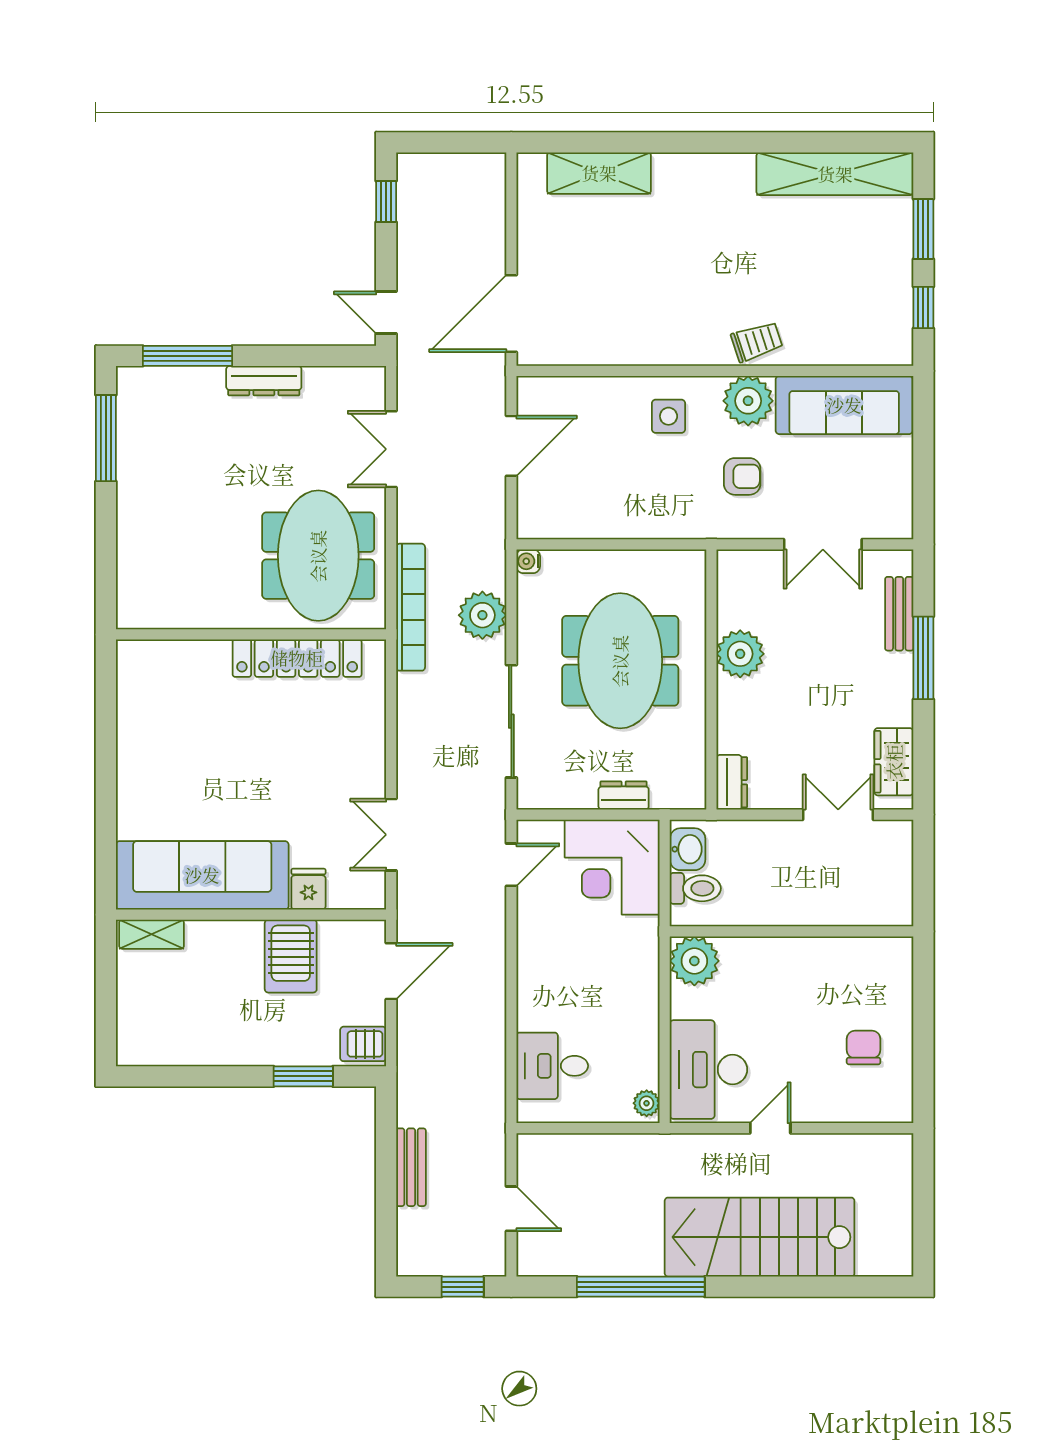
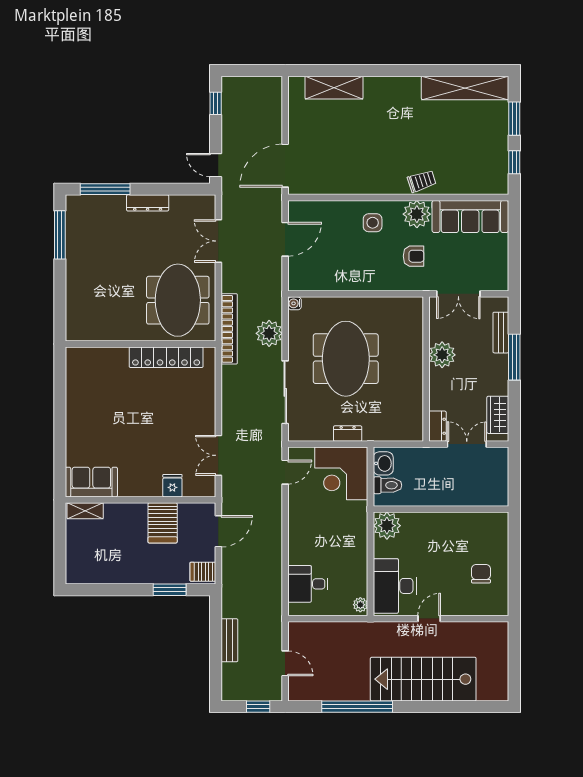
plant: (740, 654) -> (442, 355), moved
wall: (711, 679) -> (426, 369), moved
dresser: (732, 782) -> (437, 426), moved
sofa: (202, 875) -> (91, 482), width x0.54, depth x0.79

